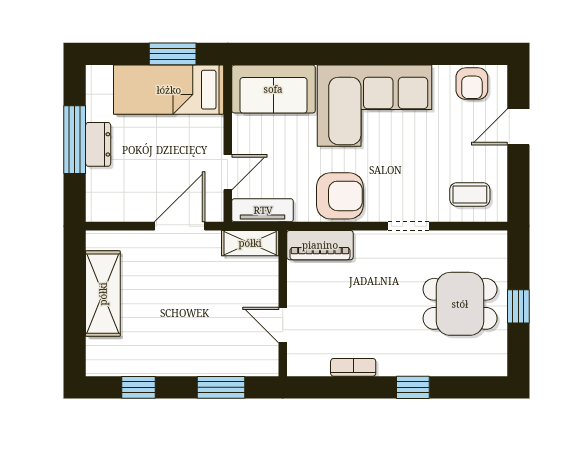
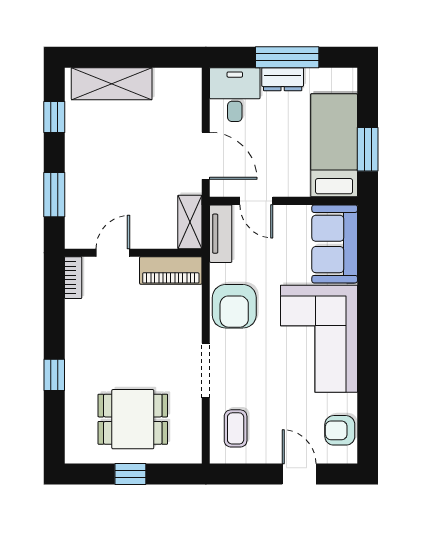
desk: (115, 195) -> (235, 95), added
doorway: (408, 226) -> (206, 371), width x1.38
piano: (320, 245) -> (171, 270), moved, turned -90
shelving: (103, 294) -> (112, 84), moved
dining table: (460, 304) -> (133, 419), turned 90
bookcase: (353, 367) -> (73, 278), moved

